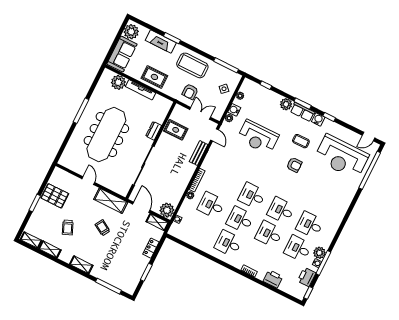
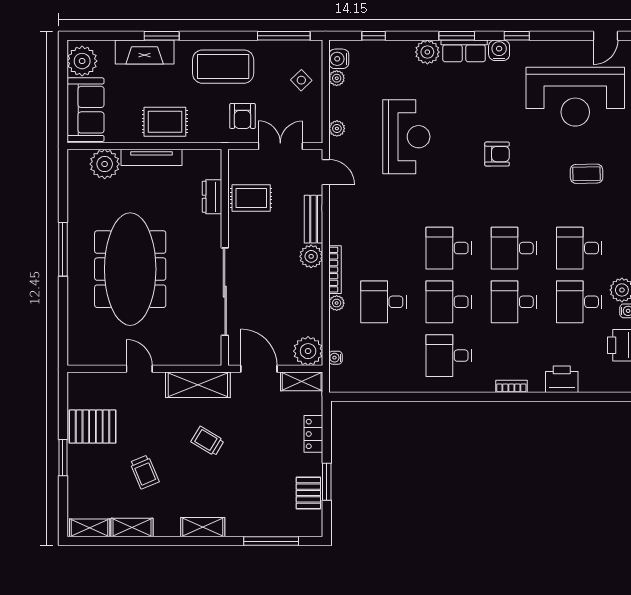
water cooler: (234, 110) -> (339, 59), moved
dresser: (154, 131) -> (212, 197), moved
reception desk: (258, 137) -> (406, 137), turned -90
coffee table: (301, 141) -> (587, 174), moved
plant: (189, 169) -> (311, 256), added
pallet: (136, 273) -> (308, 493), added

